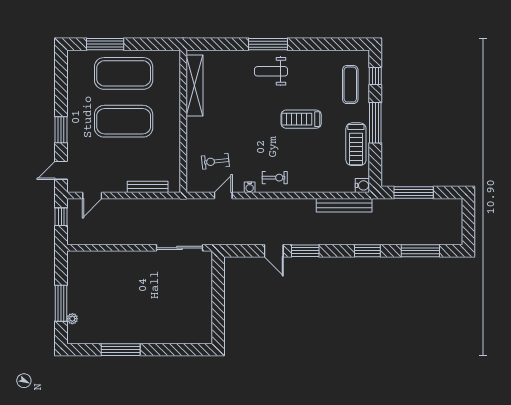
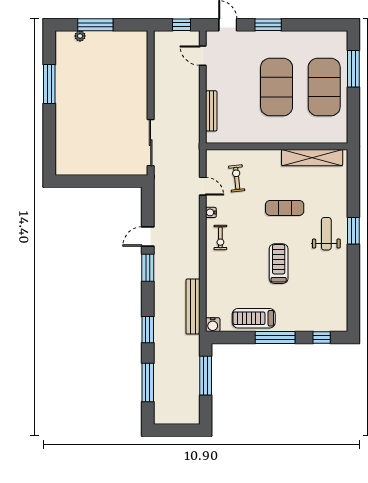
window: (268, 44) -> (353, 231), width x0.69
exercise mat: (350, 85) -> (285, 208), moved

